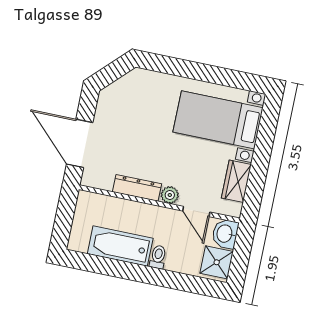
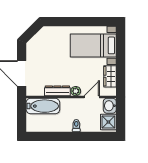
door: (196, 211) -> (92, 97), swing flipped
bathtub: (120, 246) -> (43, 106), moved, turned 180

